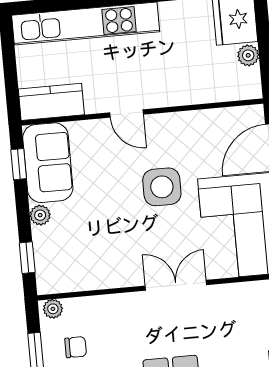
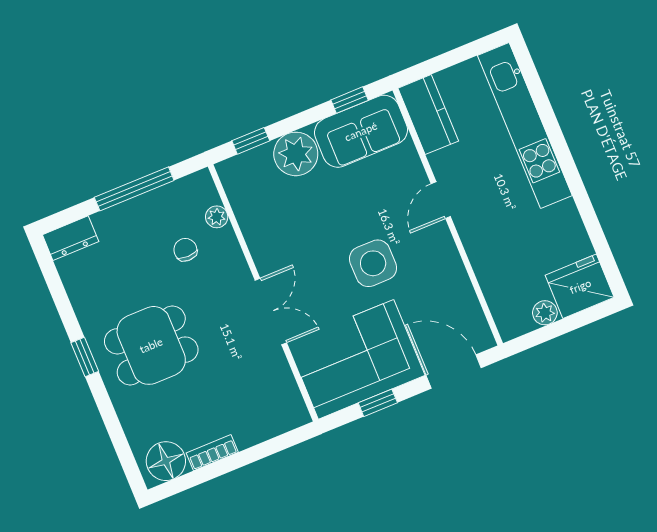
plant: (40, 215) -> (296, 154), width x1.88, depth x1.88
plant: (53, 309) -> (217, 217), moved
chair: (76, 347) -> (185, 250), moved, turned 180

